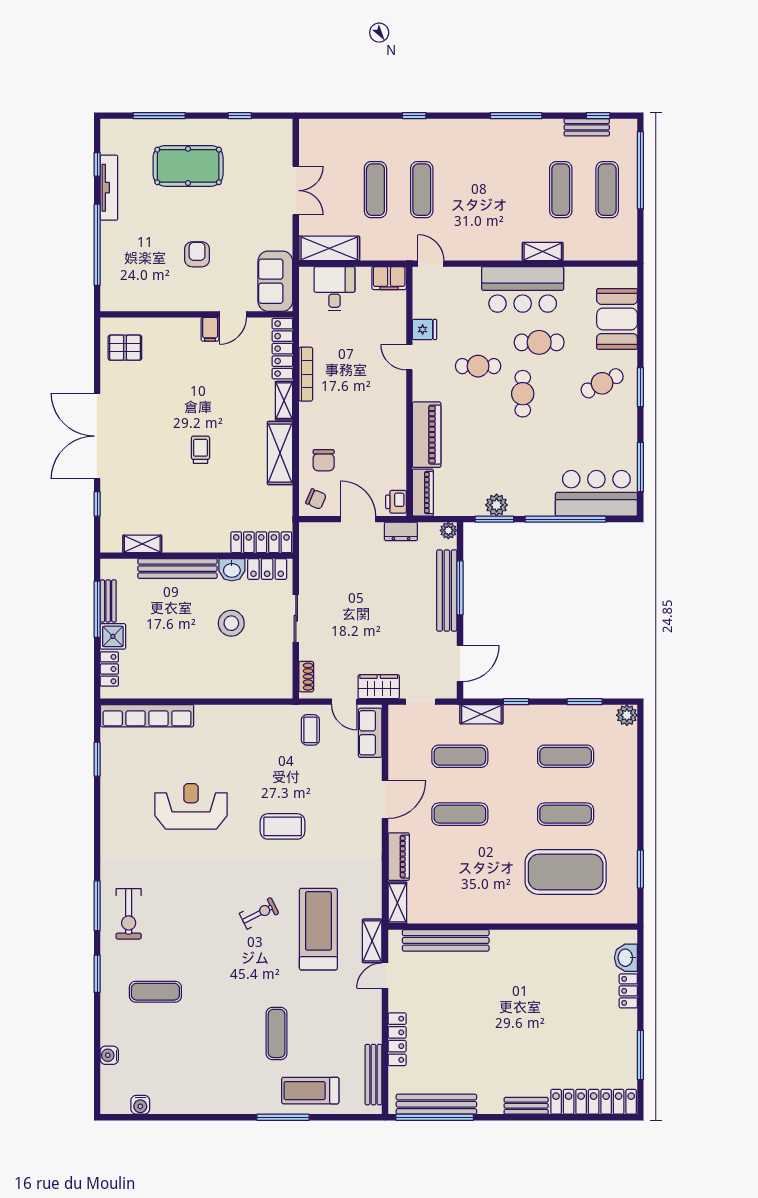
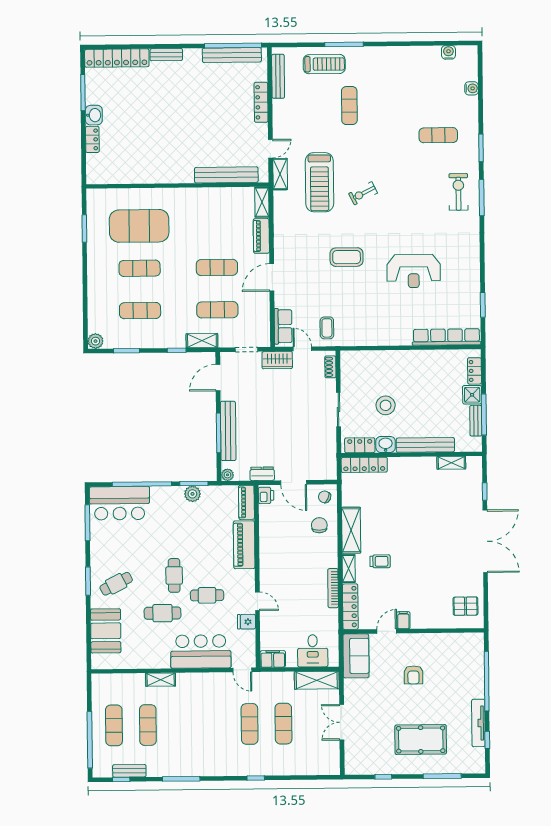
bar counter: (523, 289) -> (201, 651), moved
trolley: (200, 450) -> (380, 561), moved, turned -90
washbasin: (626, 958) -> (94, 115), moved

